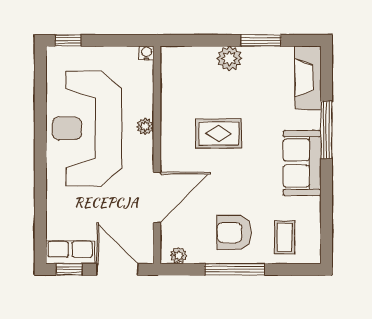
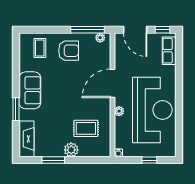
window: (68, 40) -> (149, 160), moved
window: (326, 130) -> (16, 109), width x0.69
rug: (219, 134) -> (86, 128), moved
door: (157, 197) -> (112, 83), moved
row of seats: (70, 252) -> (169, 51), moved, turned 90
window: (235, 269) -> (88, 30), moved

